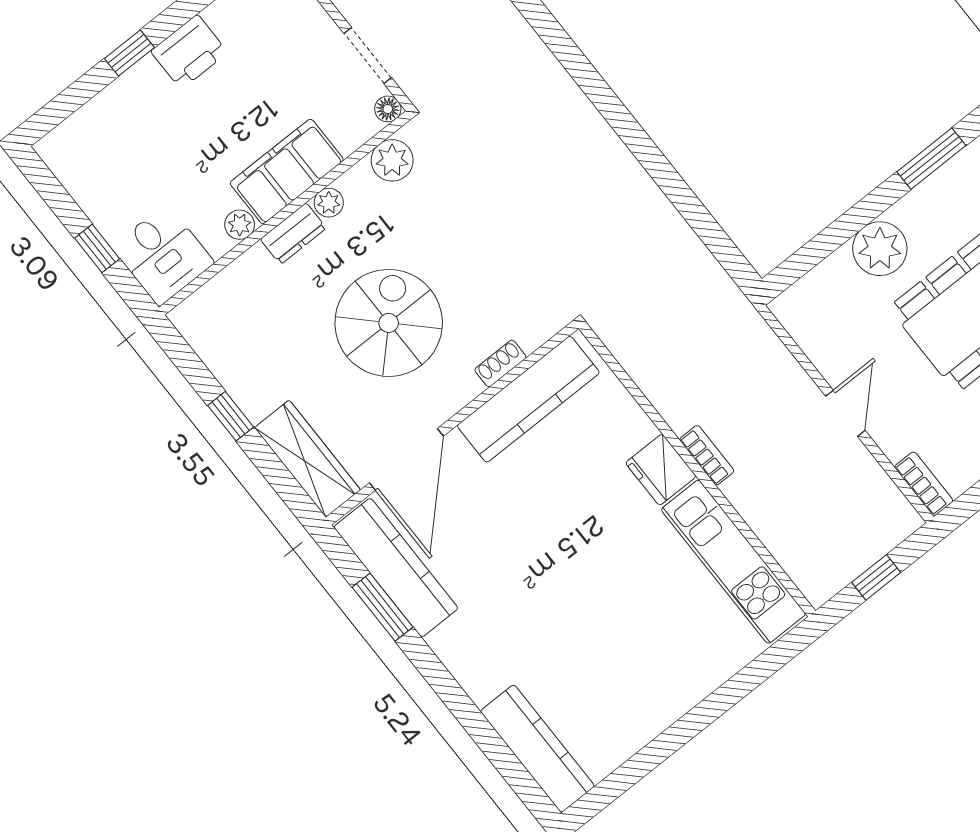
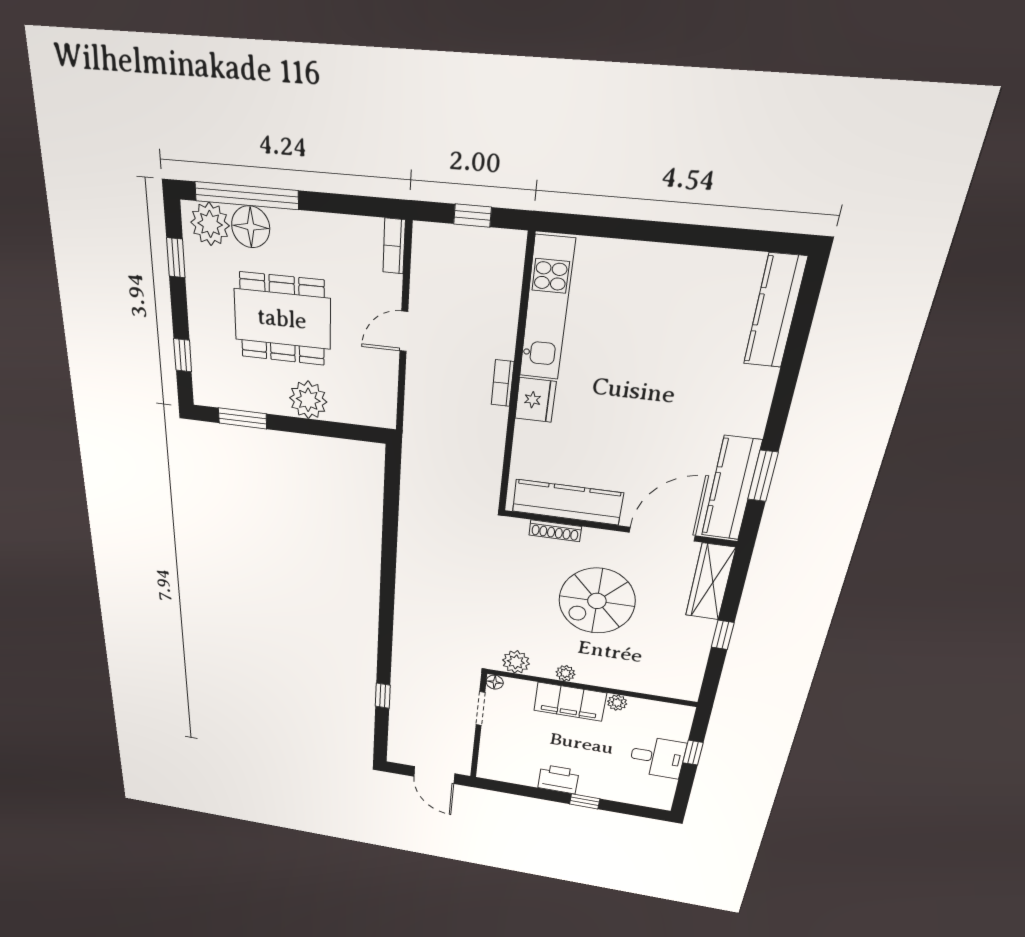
dresser: (293, 234) -> (597, 677), removed
desk: (163, 255) -> (657, 757), moved, turned 90
shoe rack: (500, 363) -> (555, 531), width x1.43

